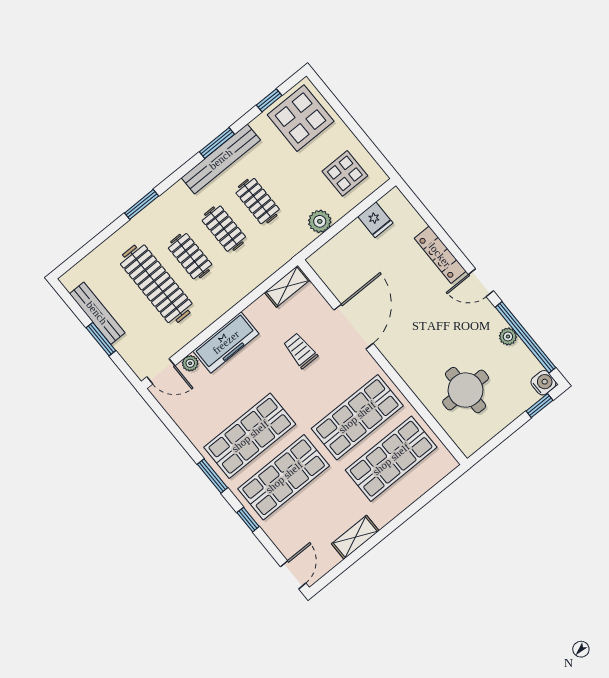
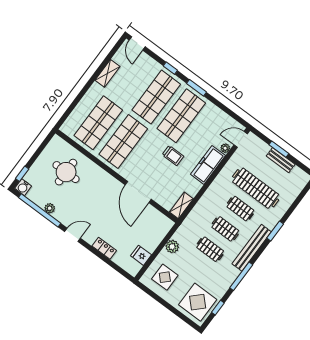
window: (217, 143) -> (241, 276), width x1.44
bench: (221, 159) -> (252, 248), moved
locker: (440, 255) -> (104, 248), width x0.66
bench: (97, 313) -> (281, 160), width x0.73
trolley: (300, 351) -> (173, 155), moved

